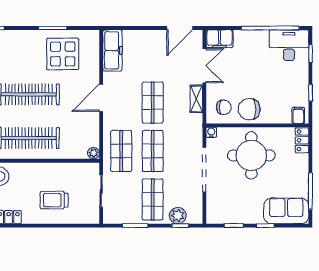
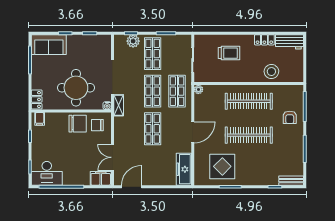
shelving: (196, 99) -> (119, 105), moved

